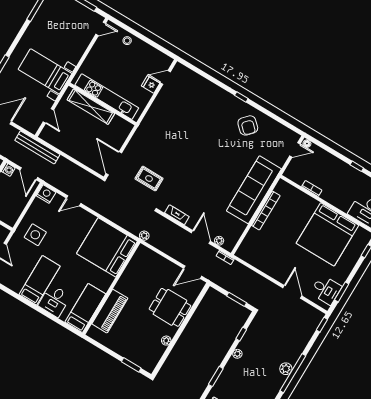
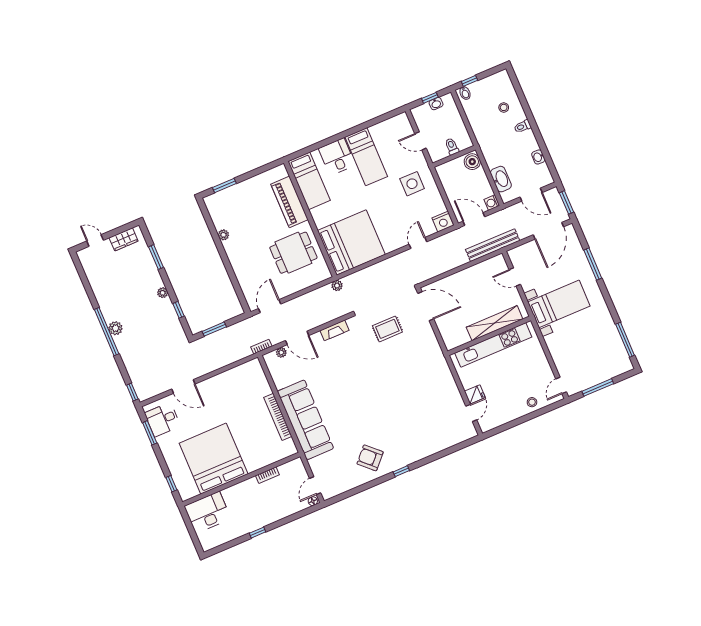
dining table: (170, 307) -> (293, 253), moved

